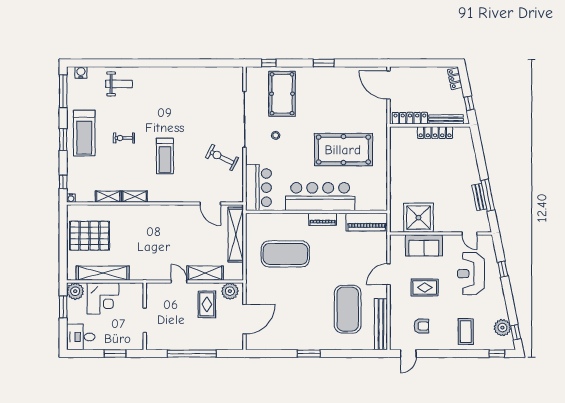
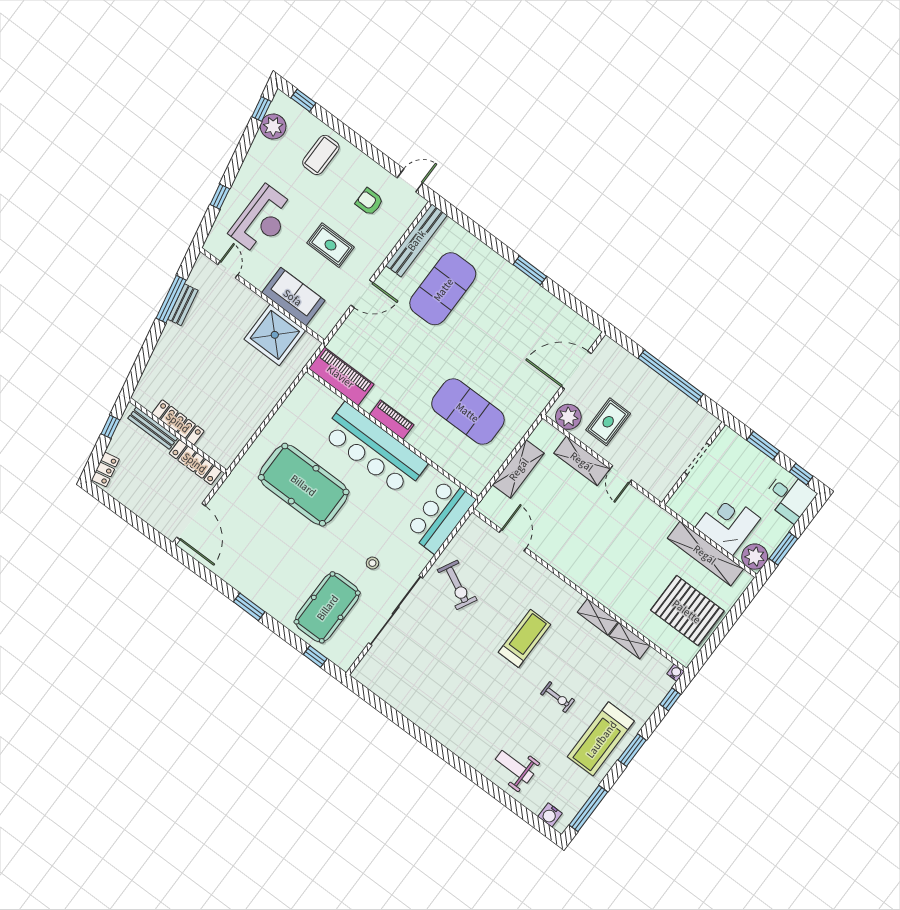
treadmill: (84, 133) -> (601, 739), turned 180
shelving: (236, 235) -> (518, 469), width x0.68
window: (83, 354) -> (801, 474), added

